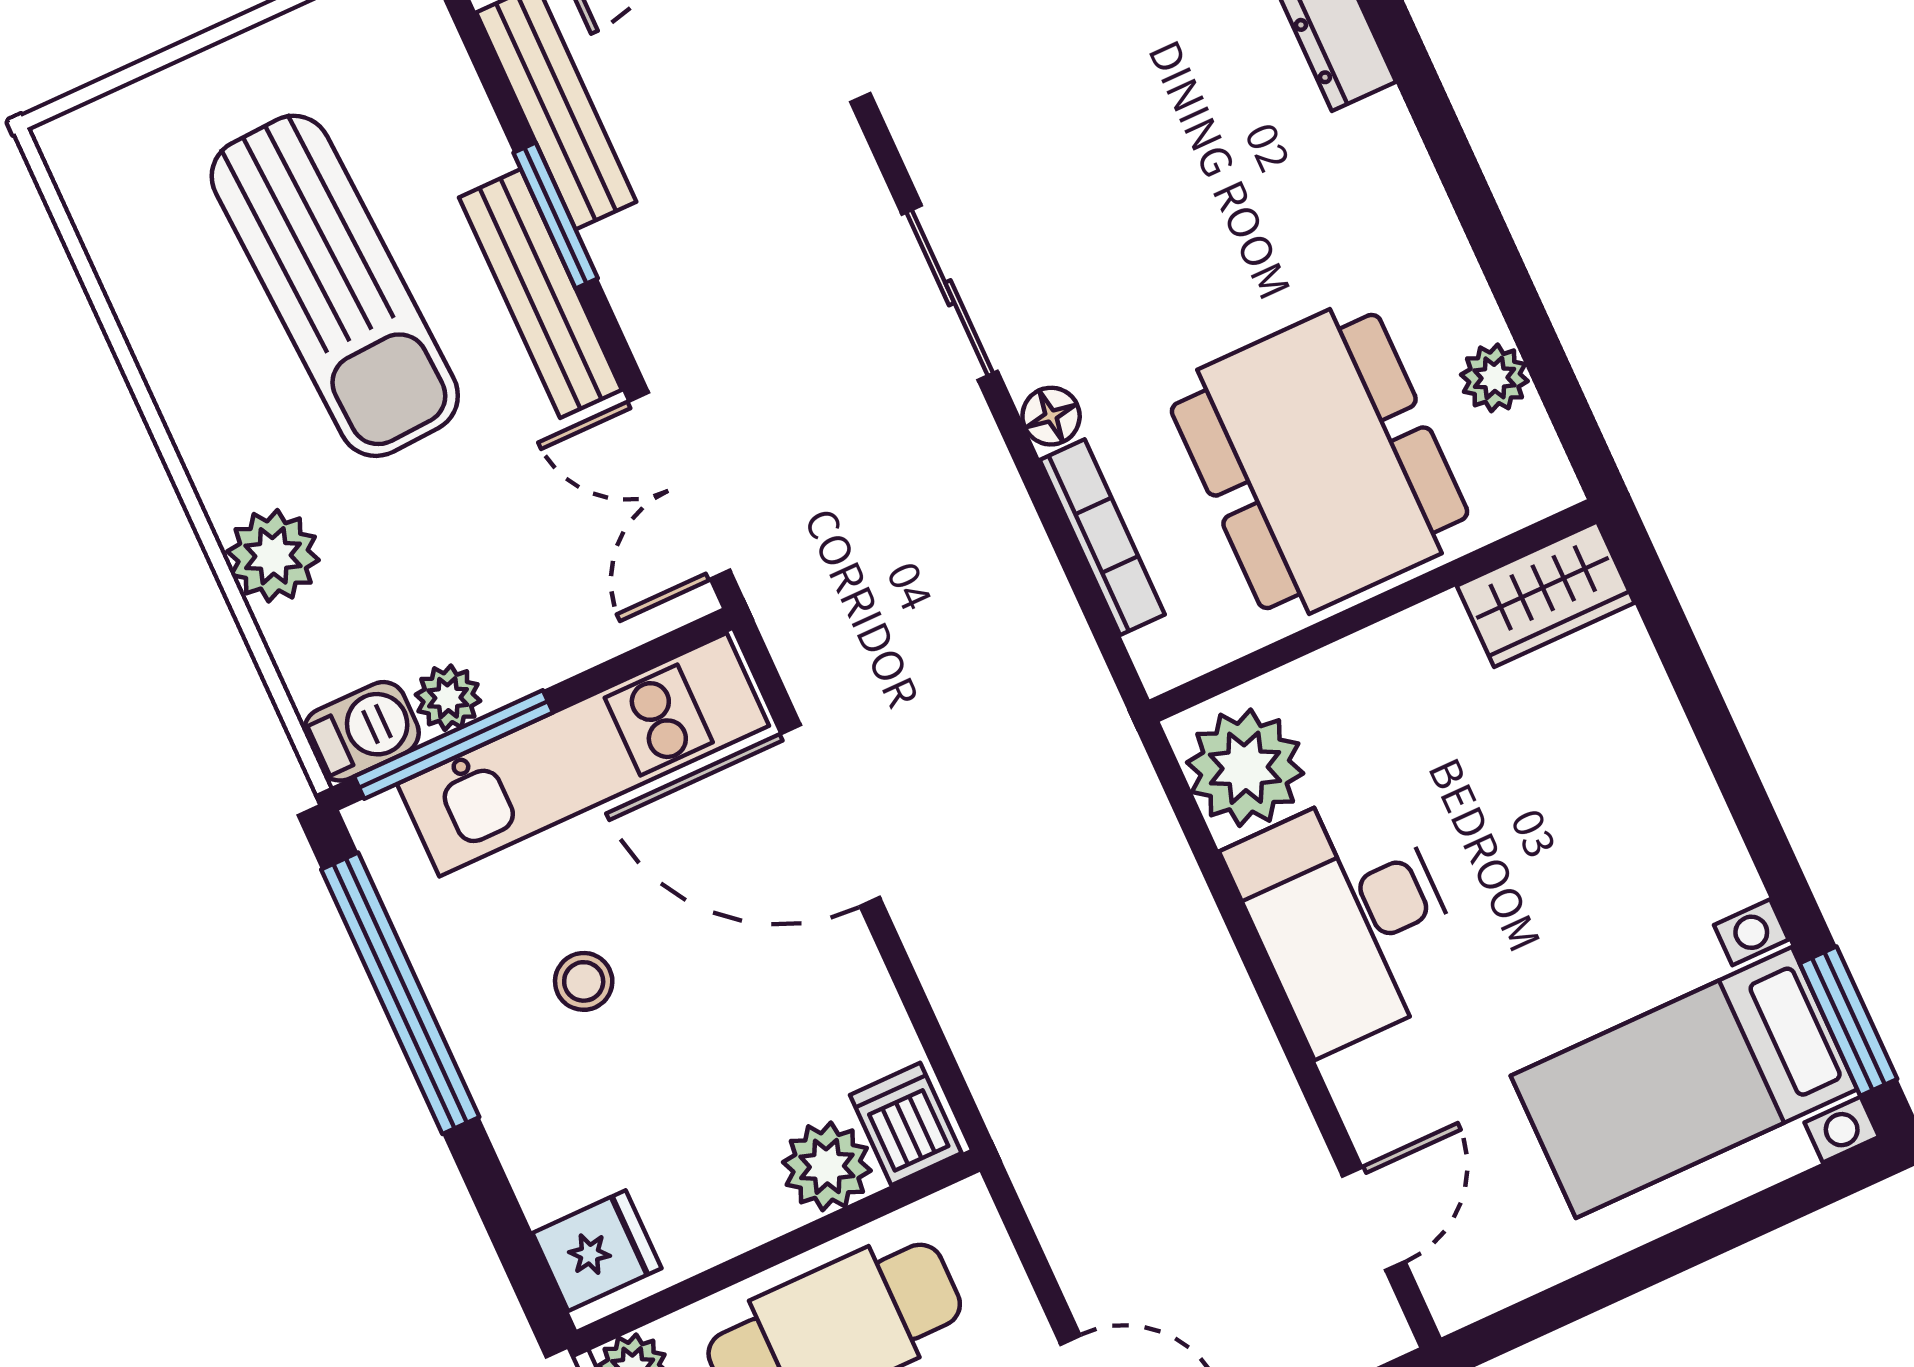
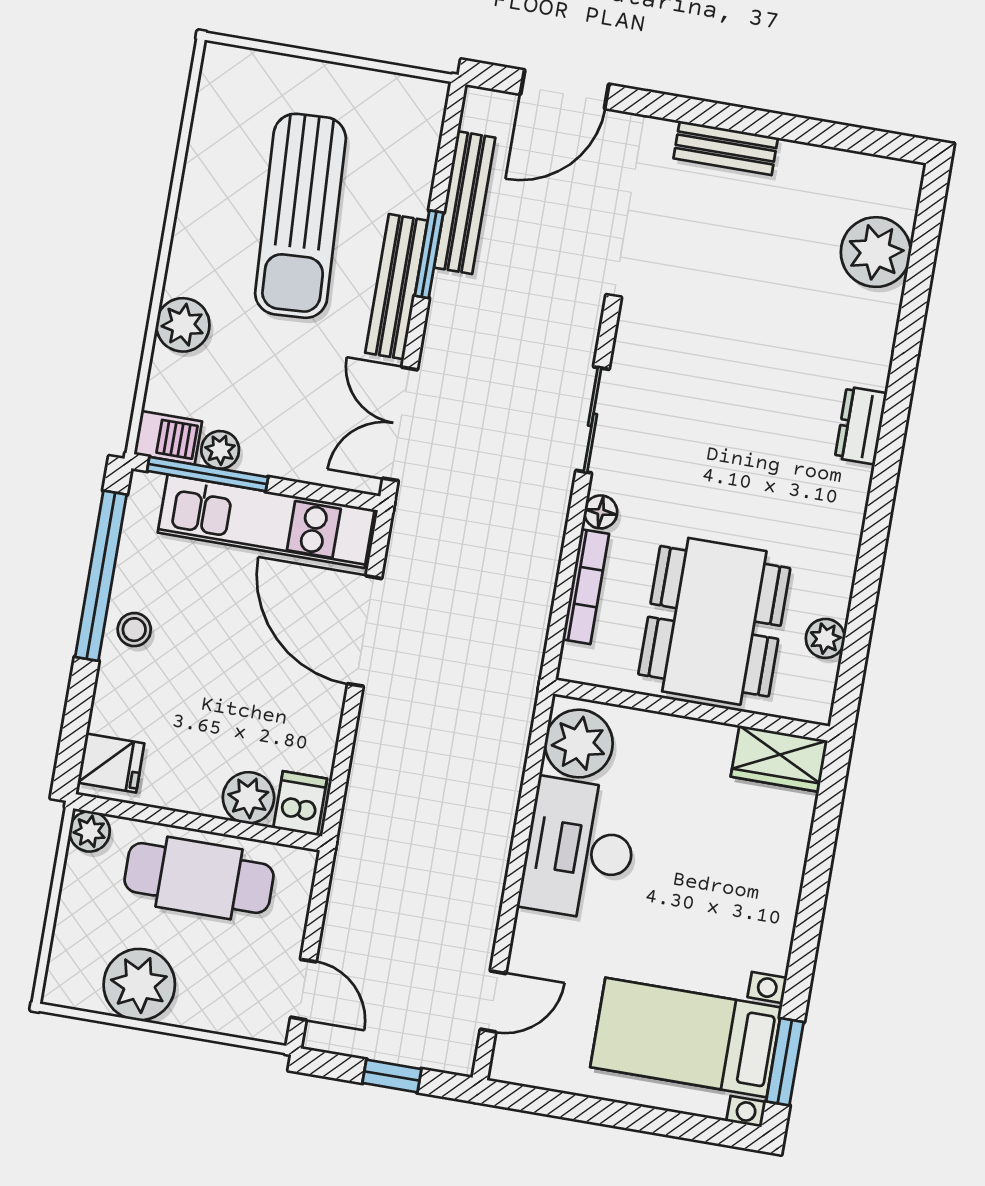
stool: (584, 981) -> (134, 630), moved

